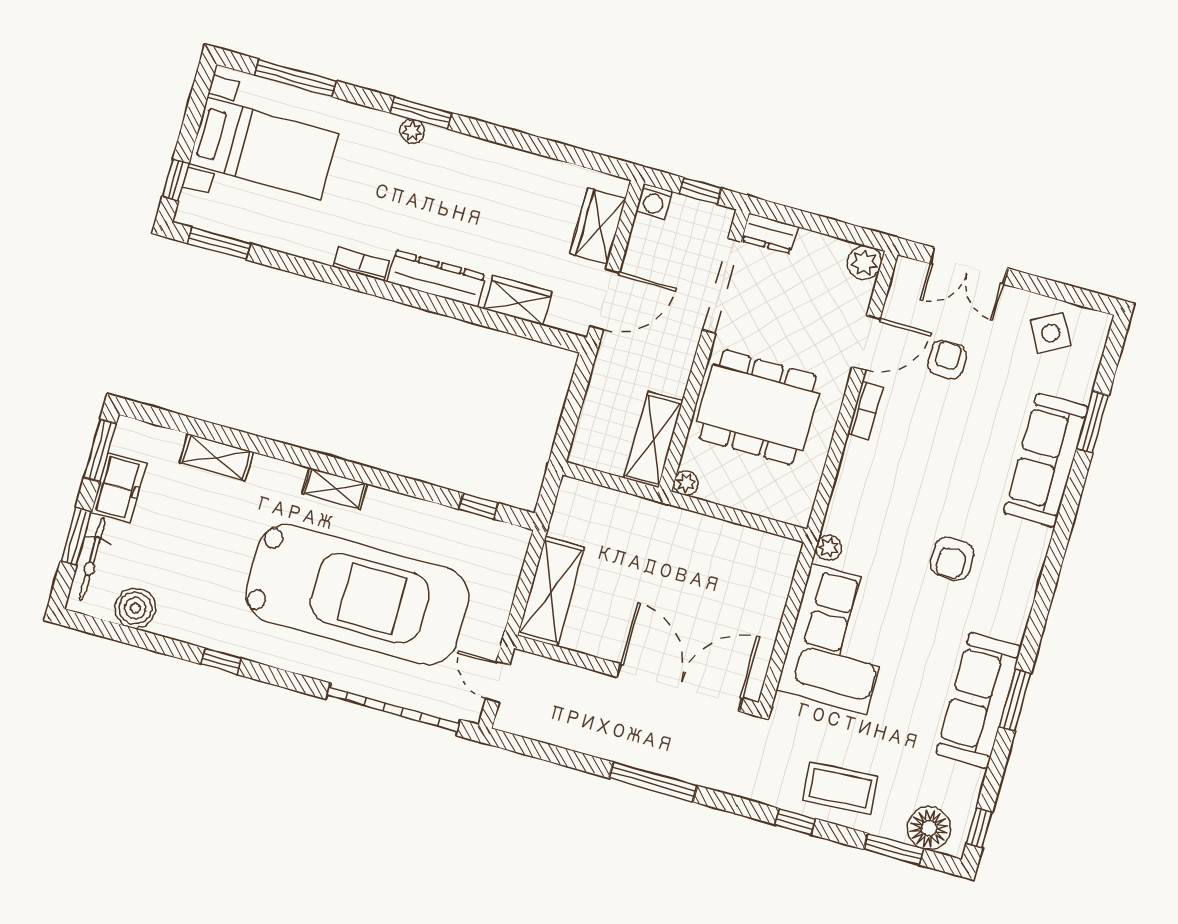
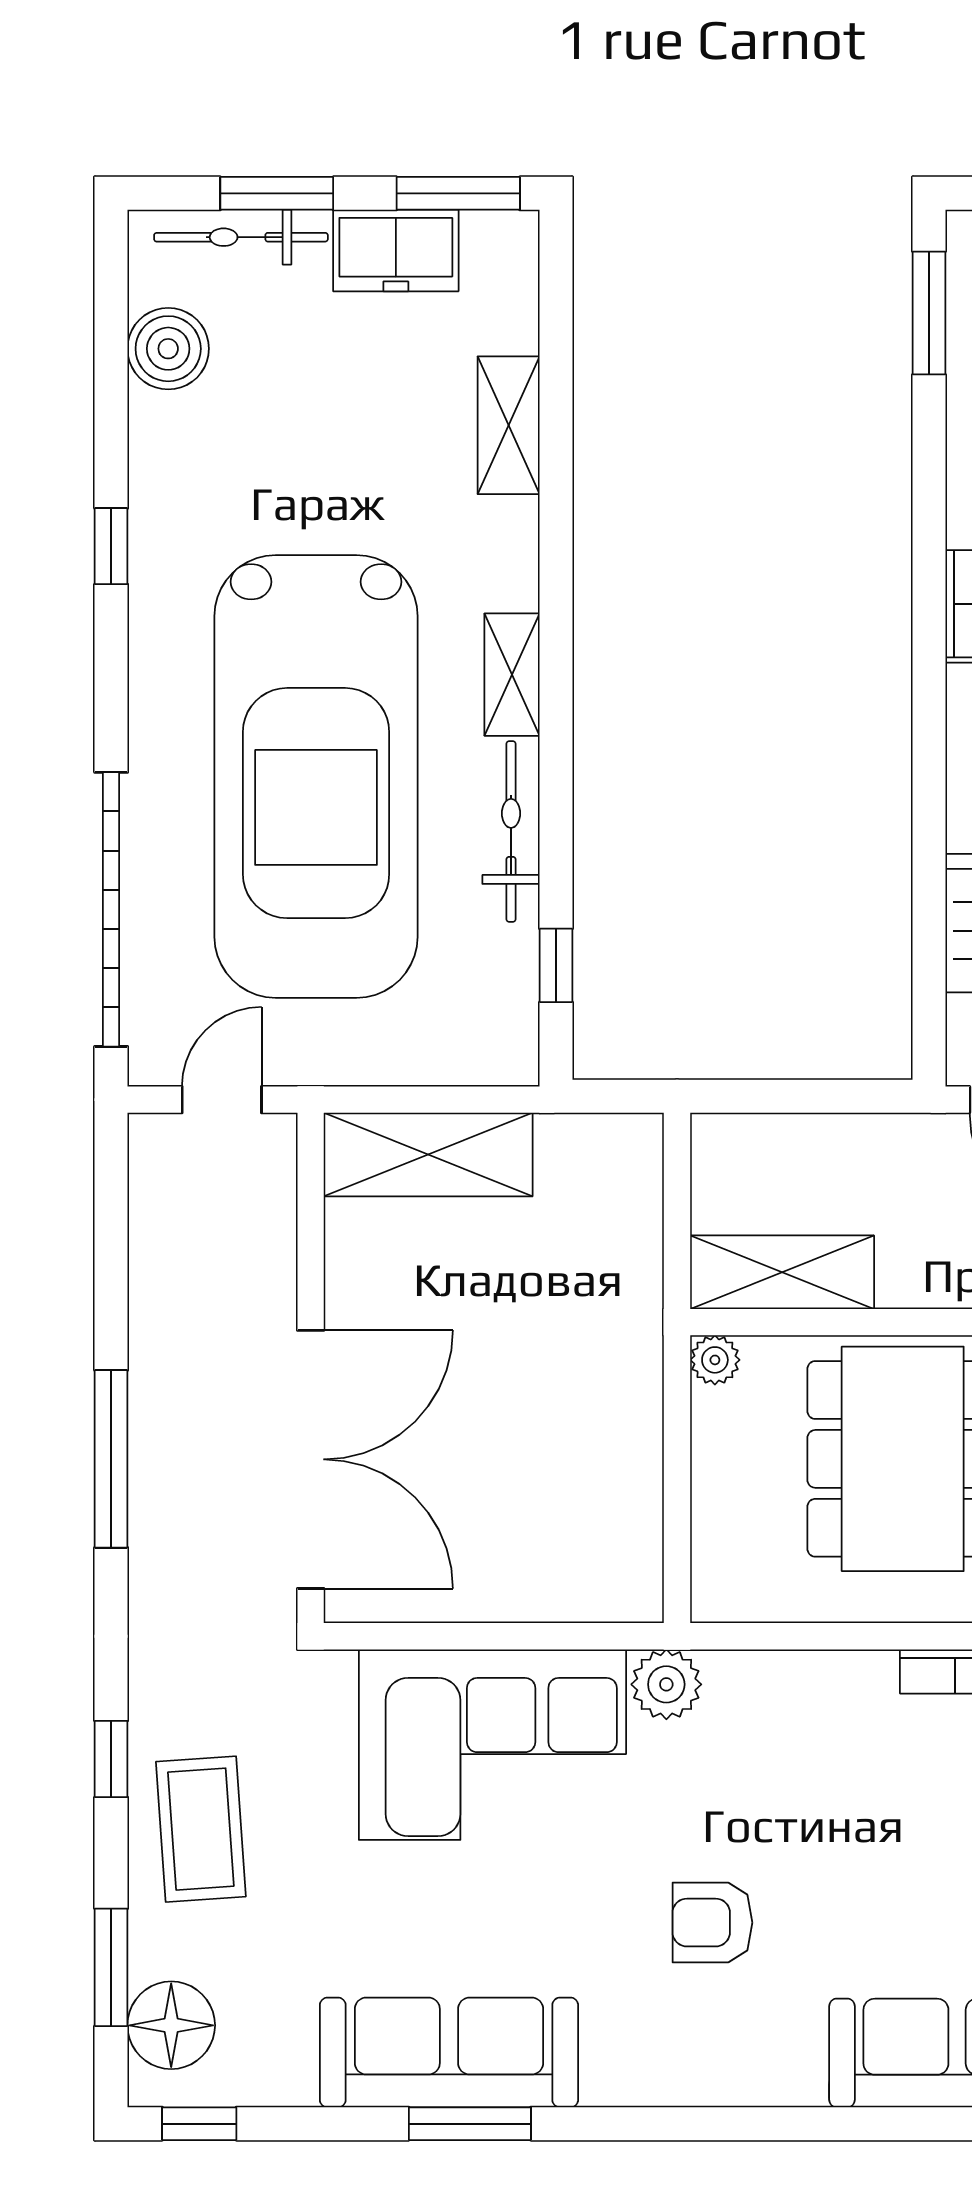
bicycle: (409, 510) -> (511, 831), added
plant: (829, 548) -> (666, 1684), width x1.38, depth x1.38

